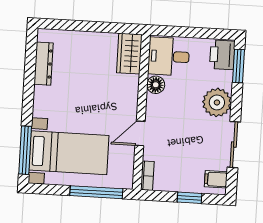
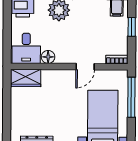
door: (140, 133) -> (85, 67), hinge flipped

